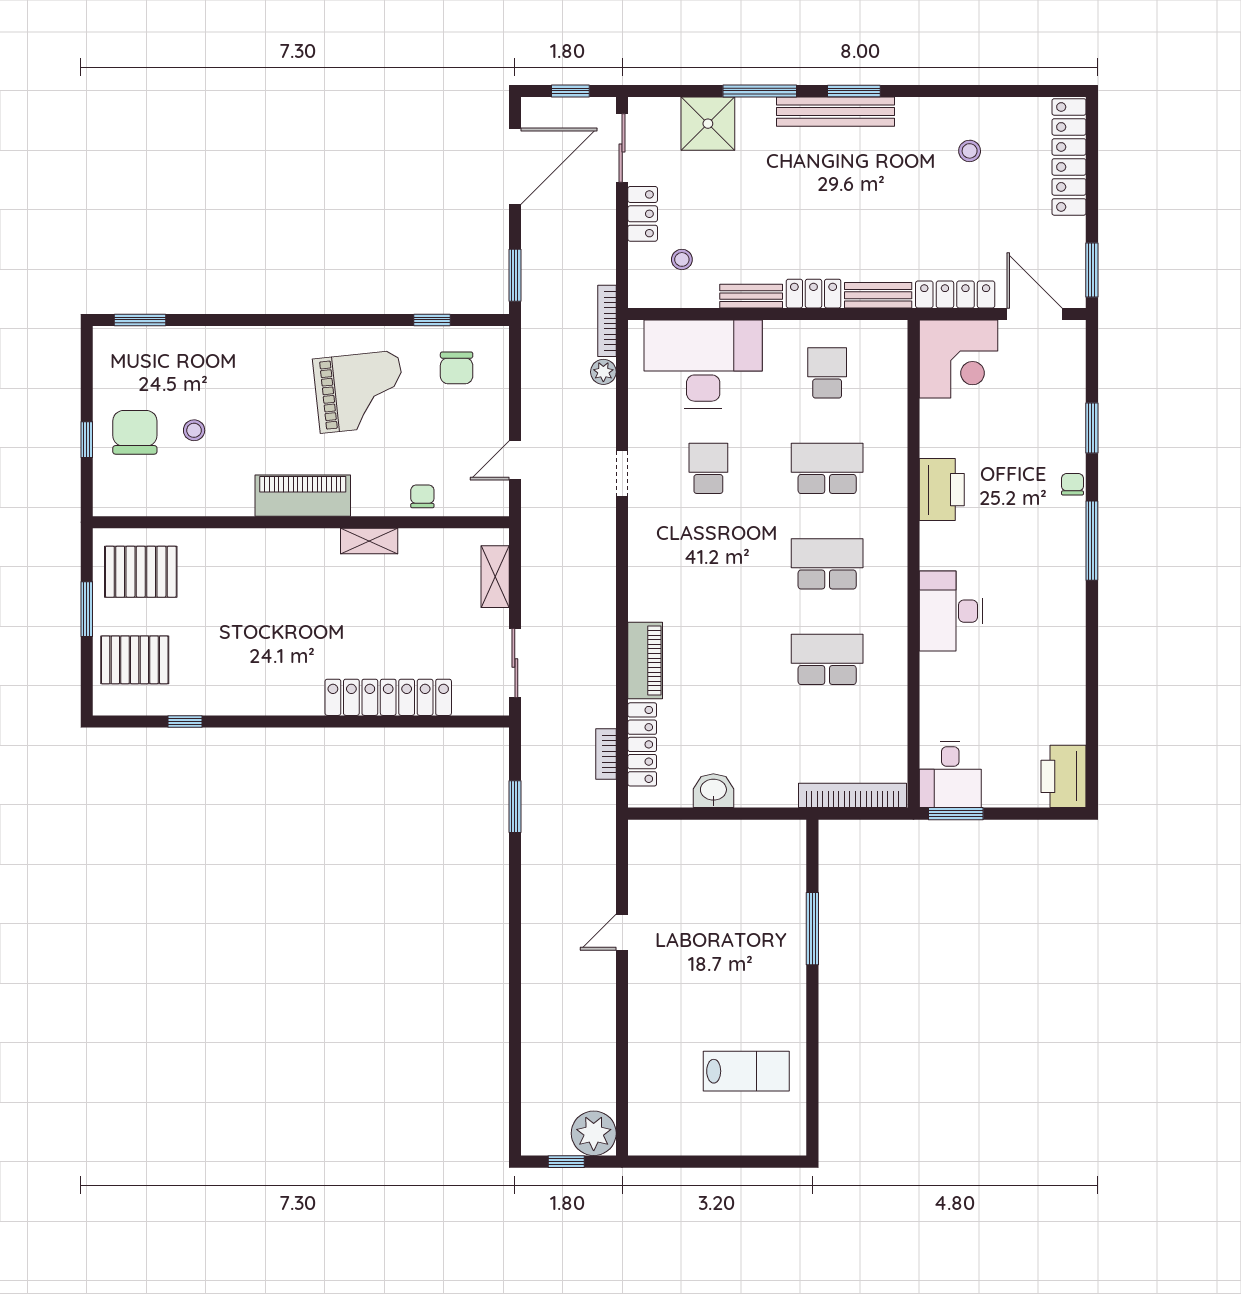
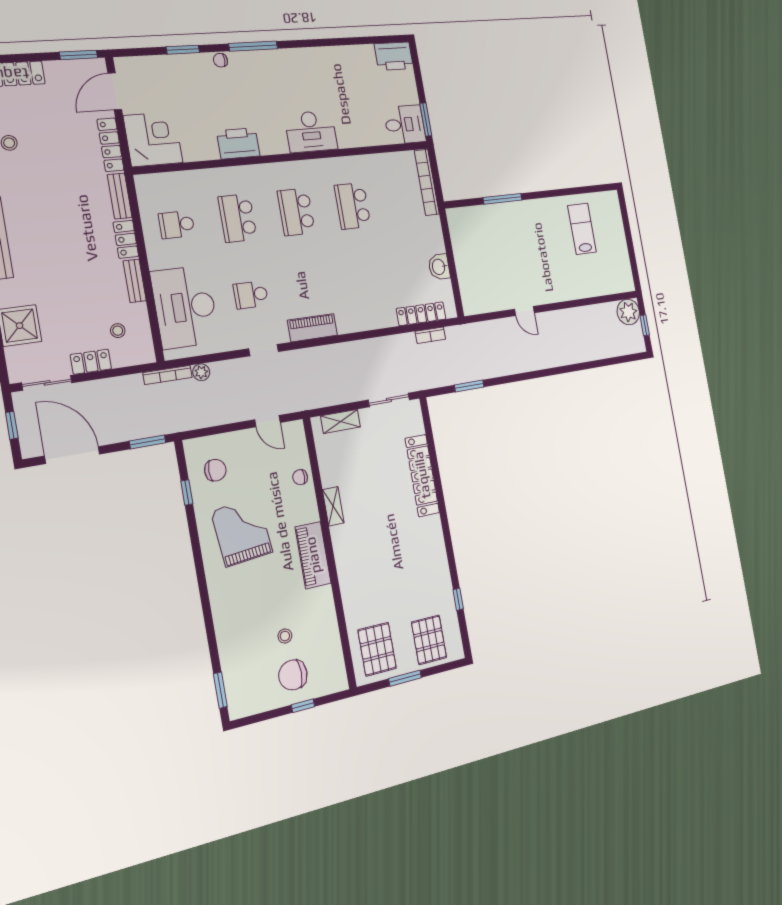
piano: (645, 661) -> (312, 328), moved

